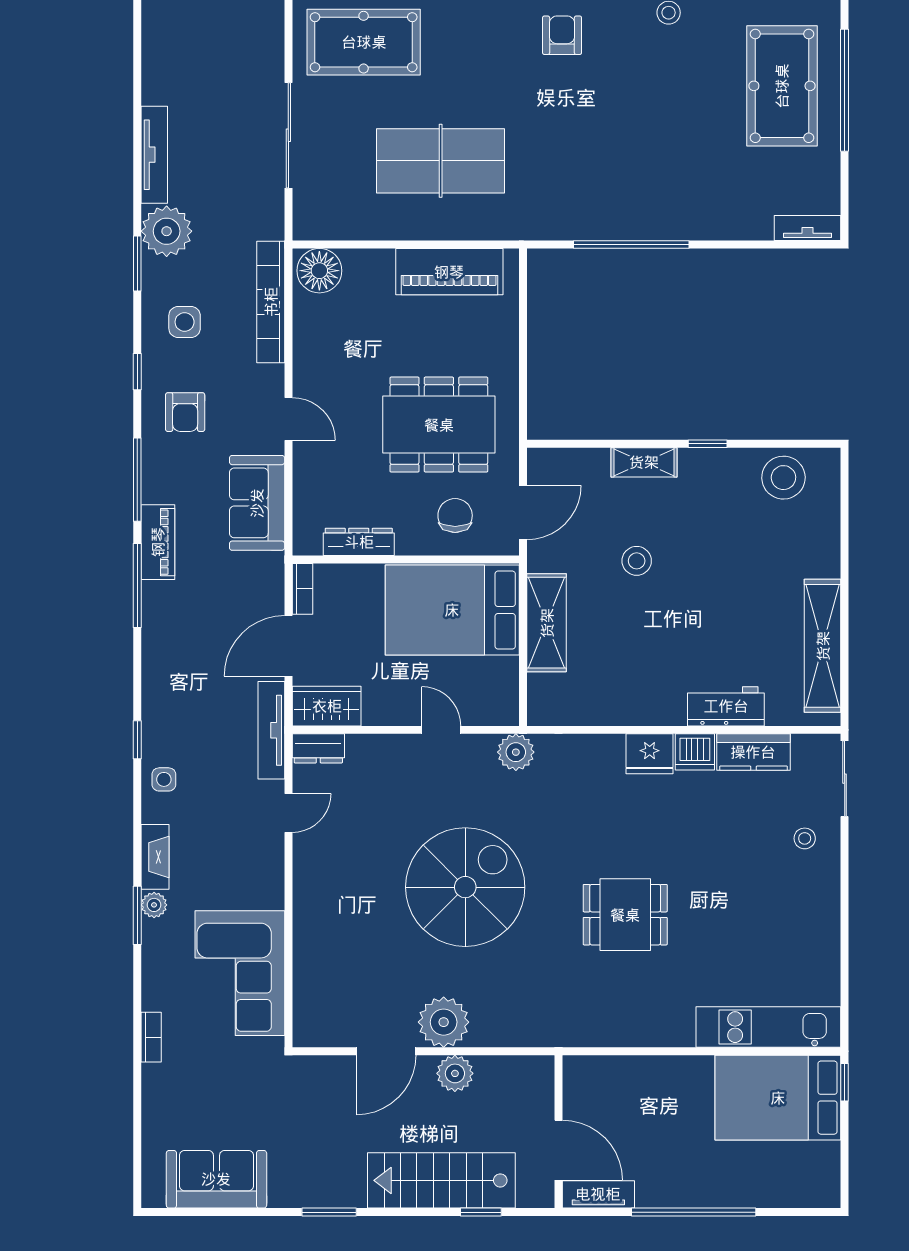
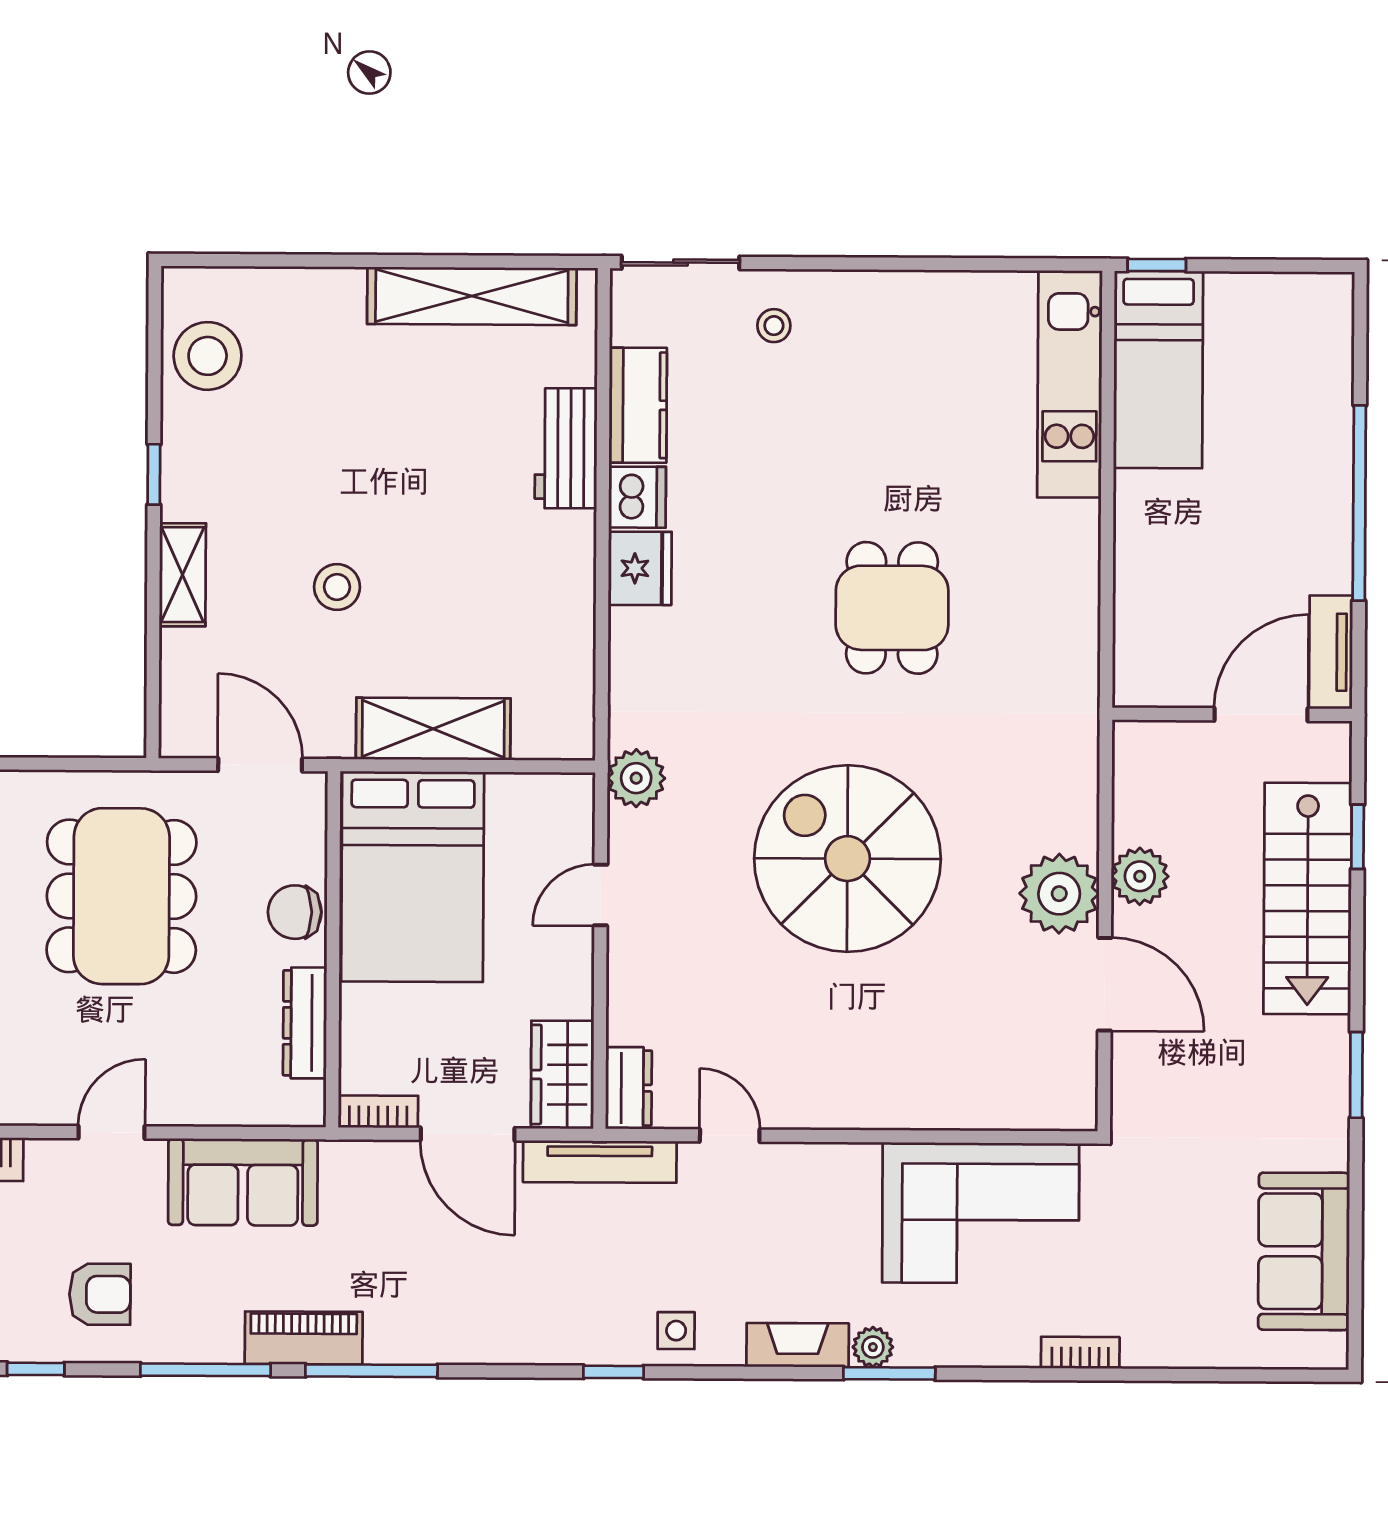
chair: (455, 515) -> (295, 912), moved
bed: (778, 1098) -> (1158, 370), width x0.67

